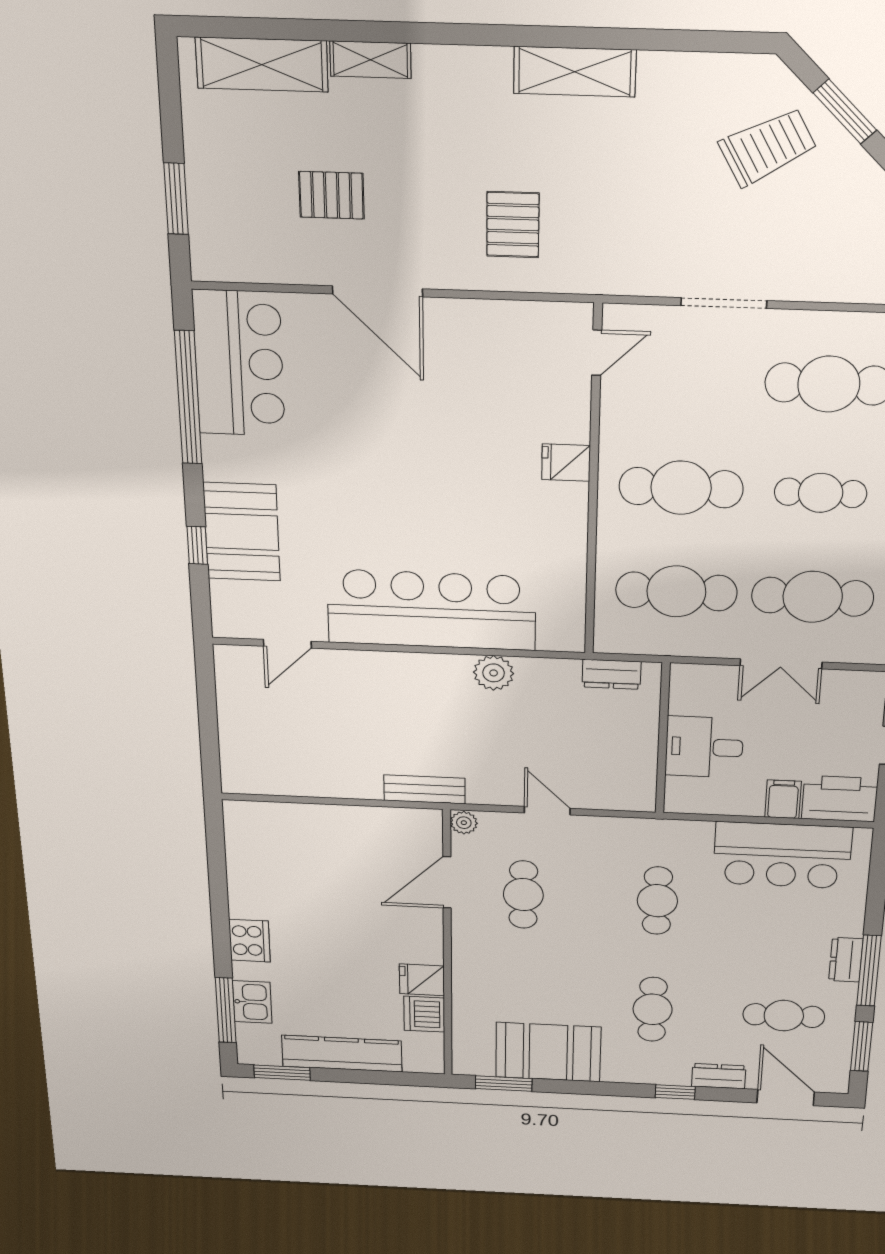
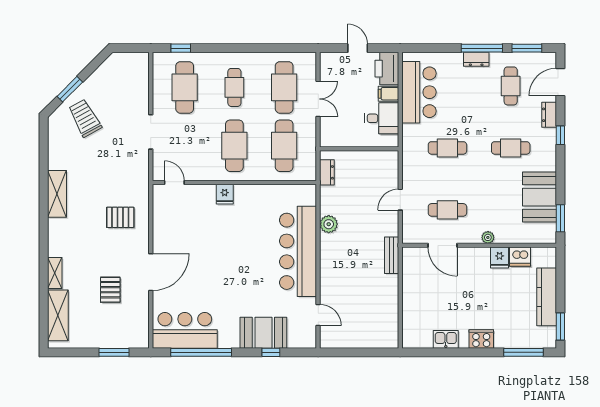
desk: (704, 747) -> (382, 118), moved, turned -90
plant: (464, 823) -> (488, 237), moved
kitchen sink: (252, 1002) -> (446, 339), moved

